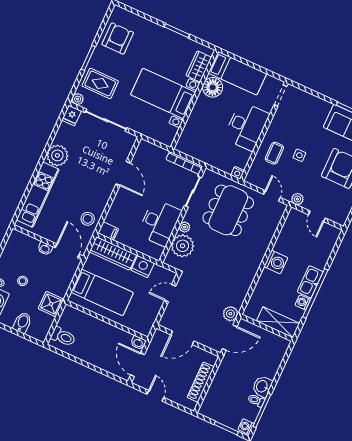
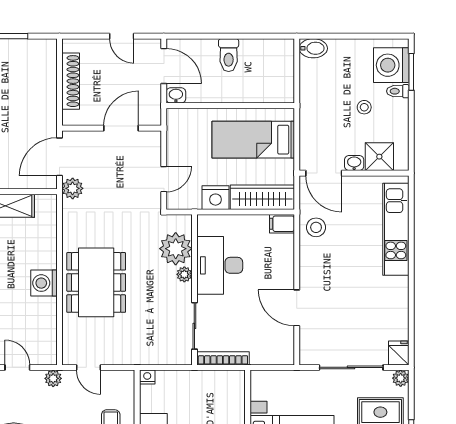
plant: (57, 155) -> (394, 292), removed
dining table: (228, 210) -> (96, 282), moved
shower: (51, 304) -> (379, 157), moved
bidet: (22, 323) -> (313, 48), moved, turned -90
toilet: (63, 337) -> (229, 55), moved, turned -90

